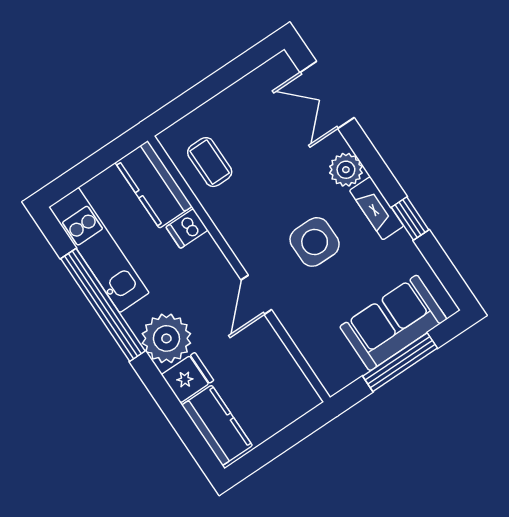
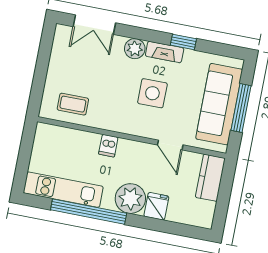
kitchen counter: (154, 184) -> (58, 138), removed
dishwasher: (187, 229) -> (108, 146), moved
door: (256, 295) -> (170, 145), moved
sofa: (393, 323) -> (219, 104), width x1.36
kitchen counter: (217, 425) -> (210, 178), moved, turned -90

